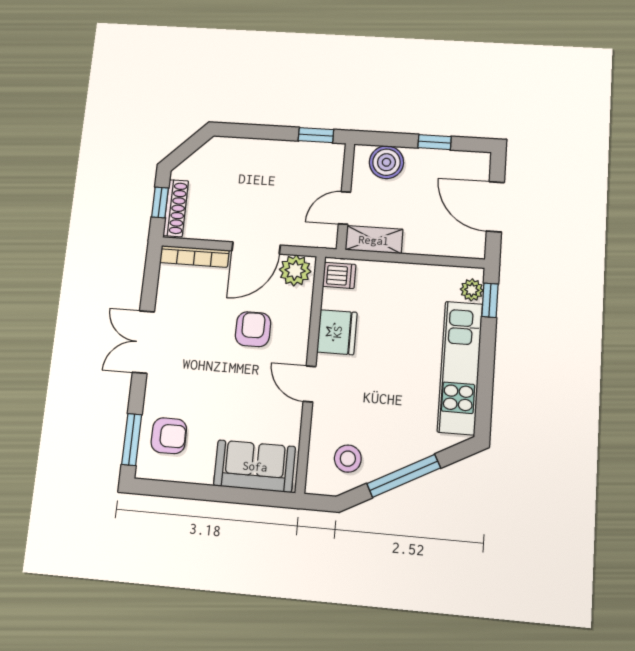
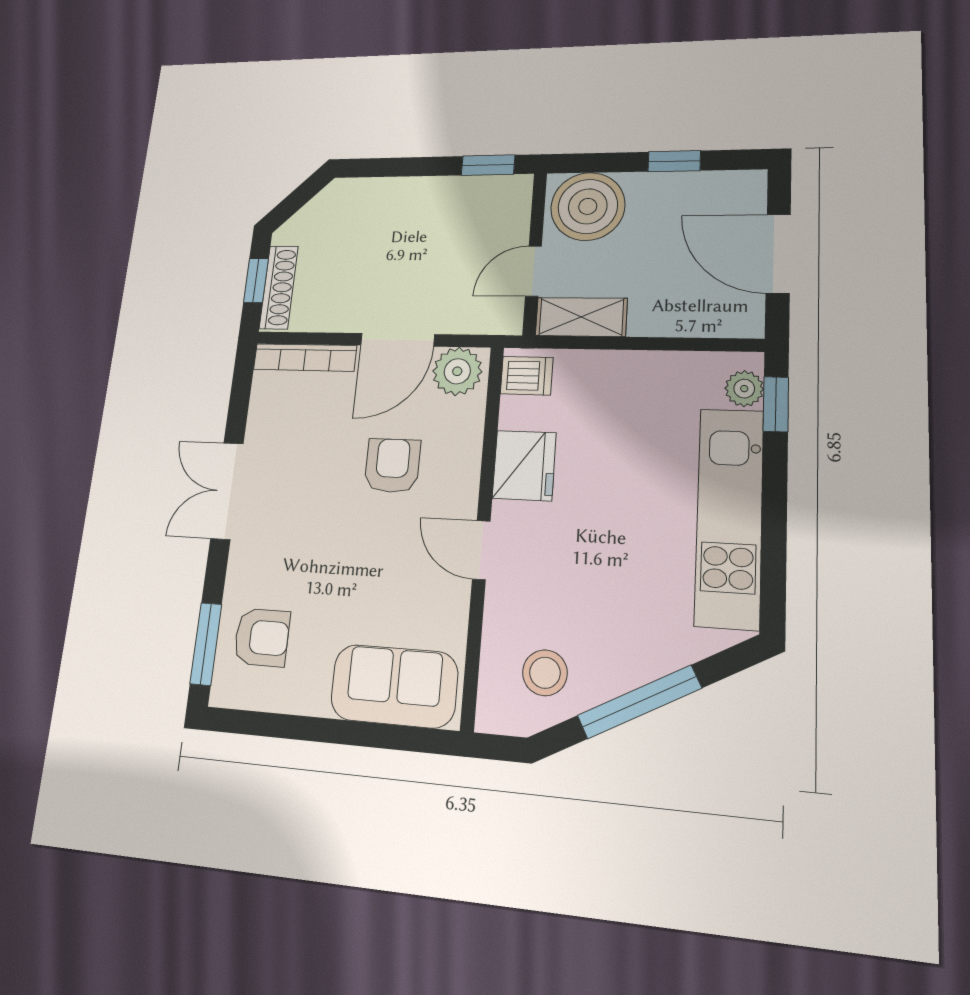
boiler: (386, 162) -> (588, 206), width x1.37, depth x1.37

